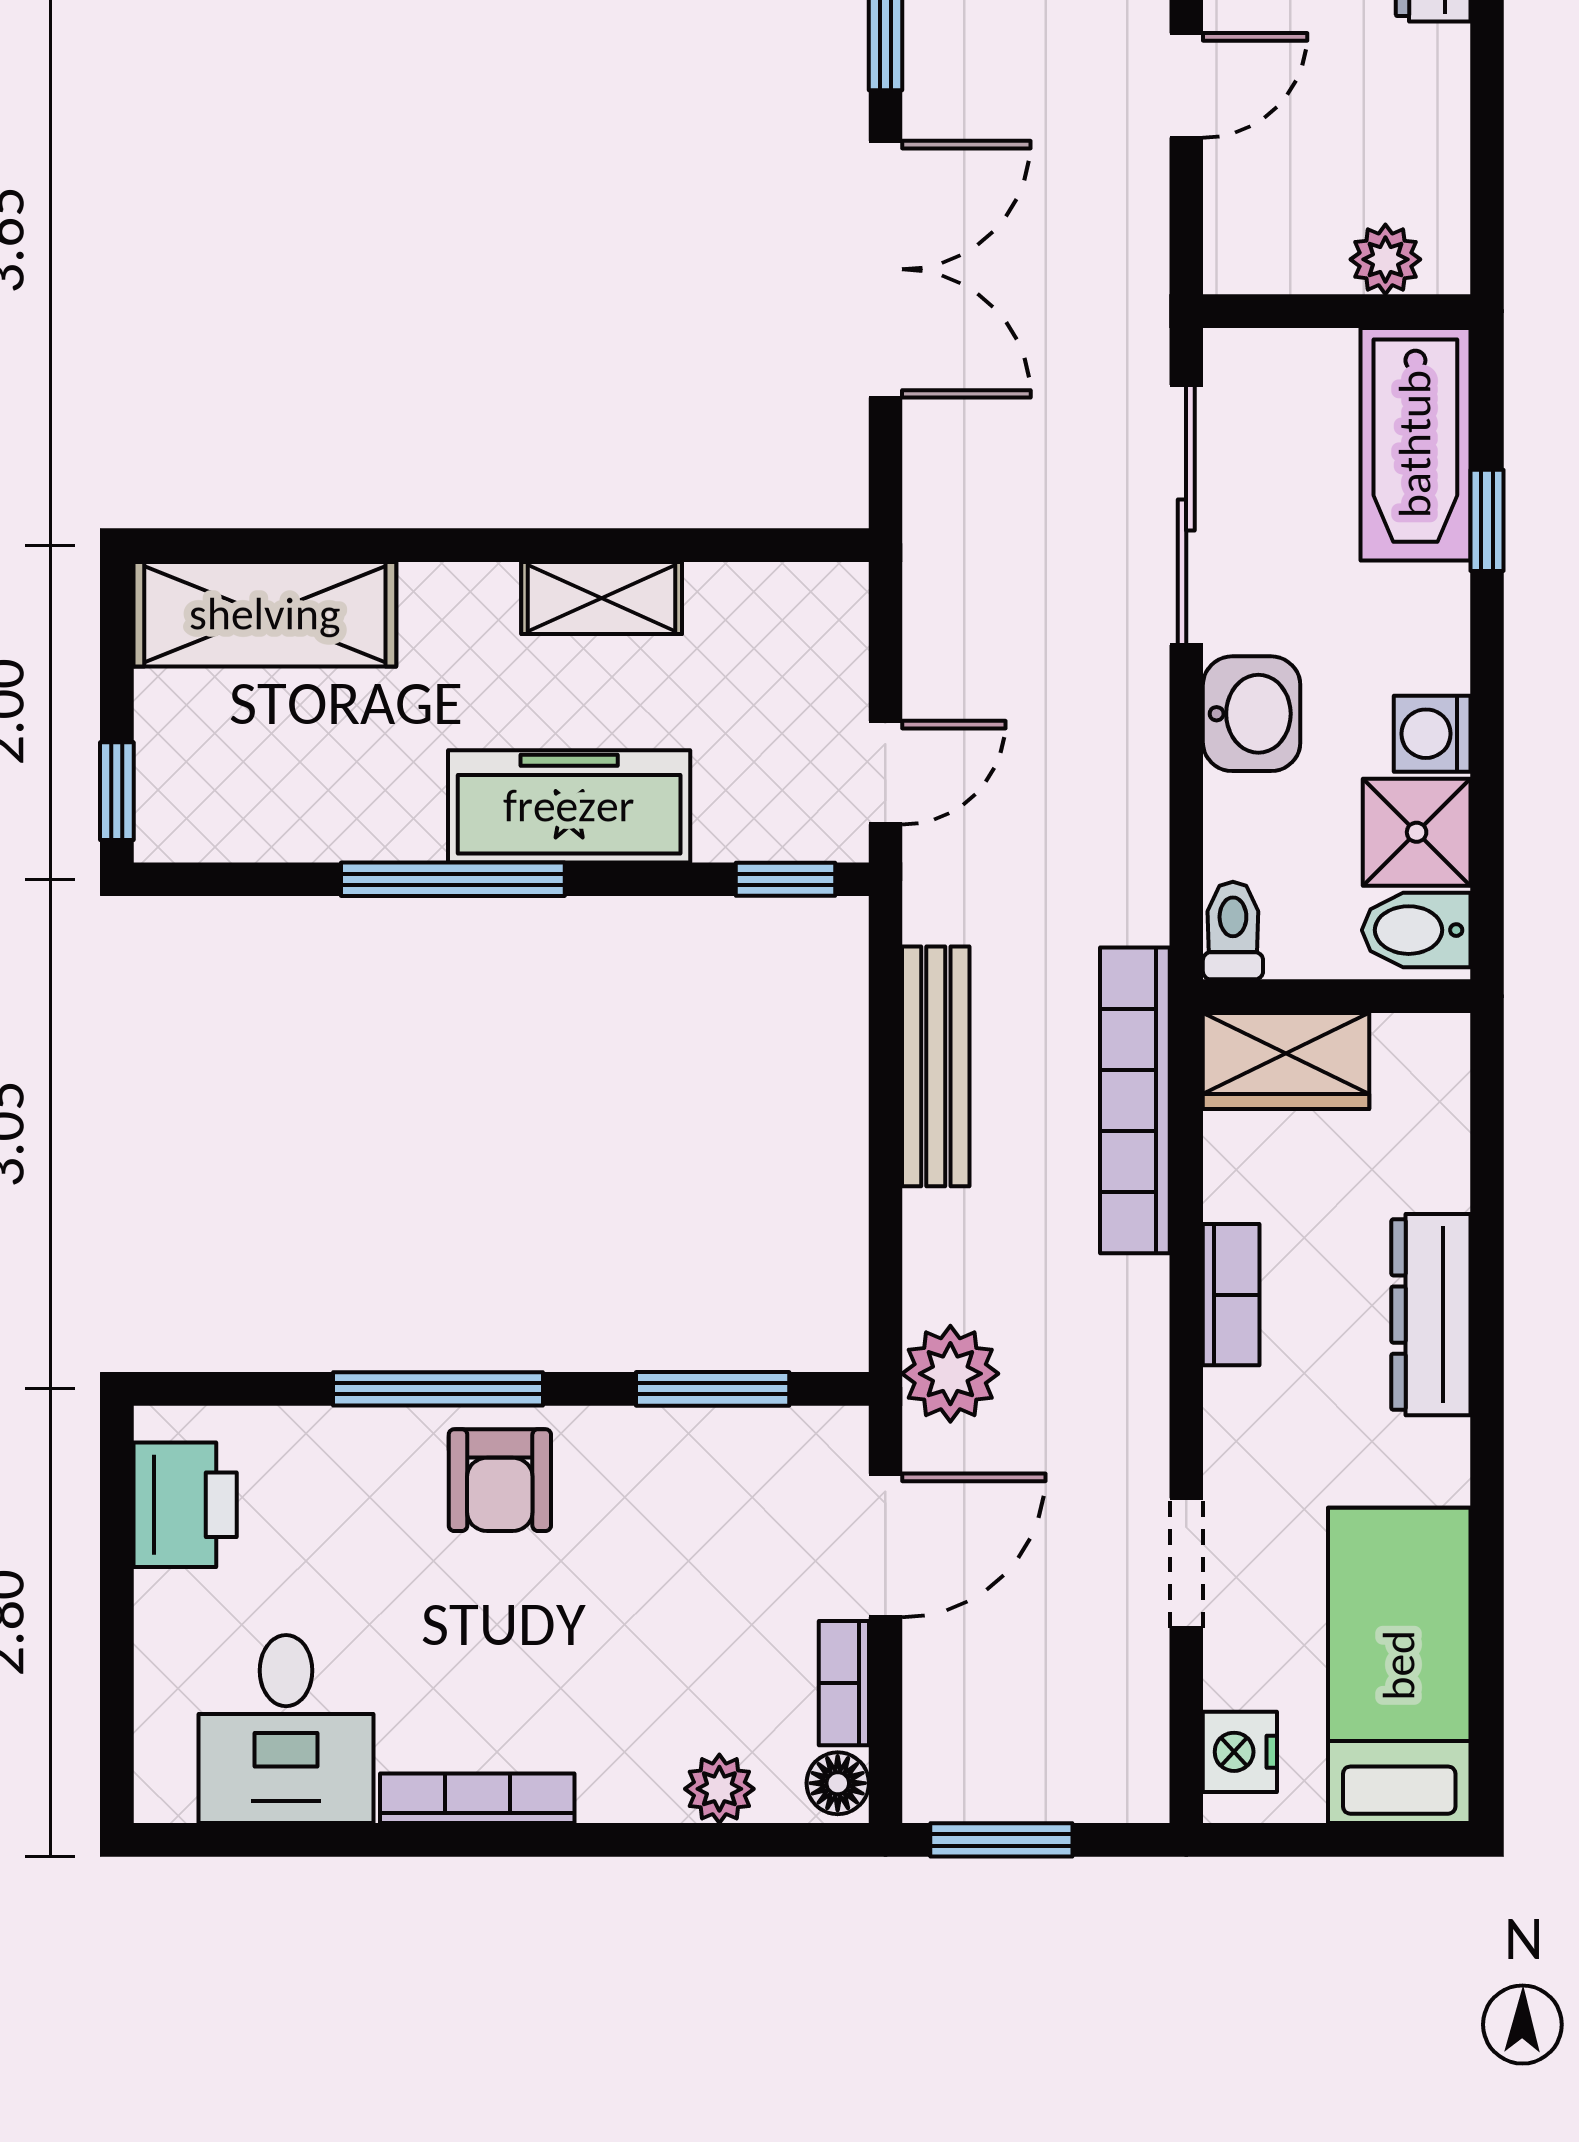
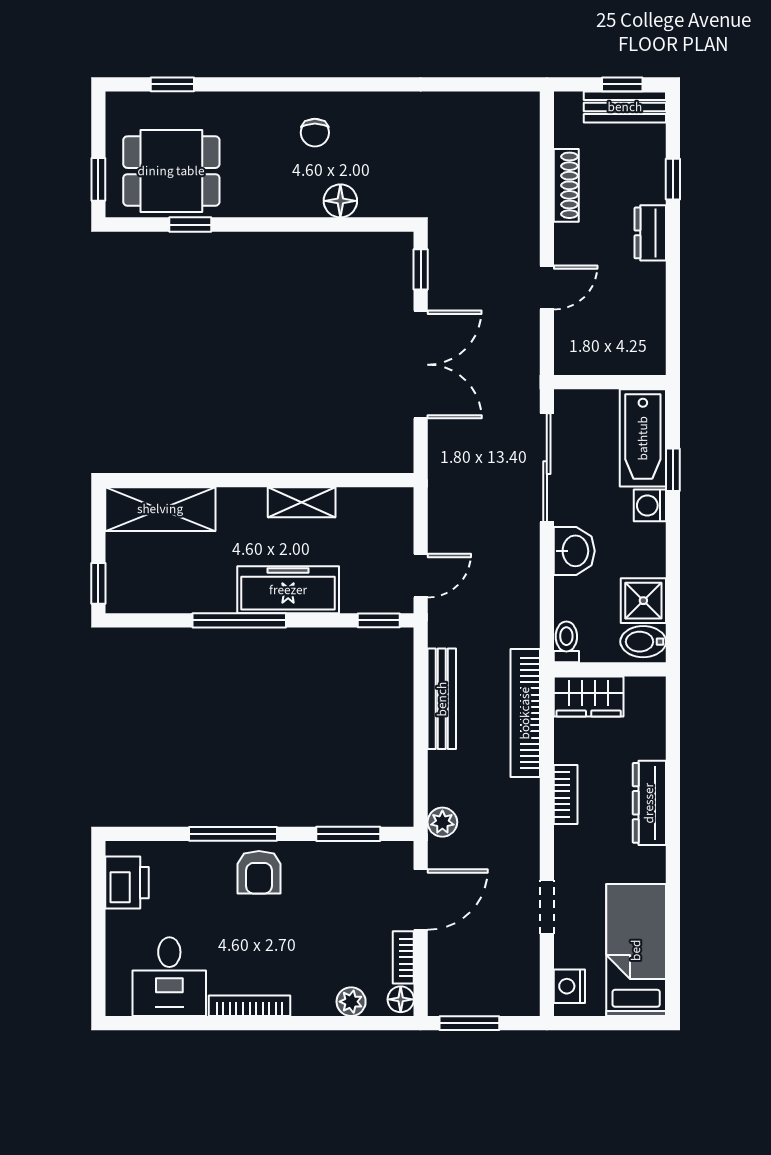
plant: (1385, 259) -> (630, 360), removed
washing machine: (1432, 734) -> (650, 505), moved
plant: (950, 1374) -> (442, 822), width x0.73, depth x0.73

